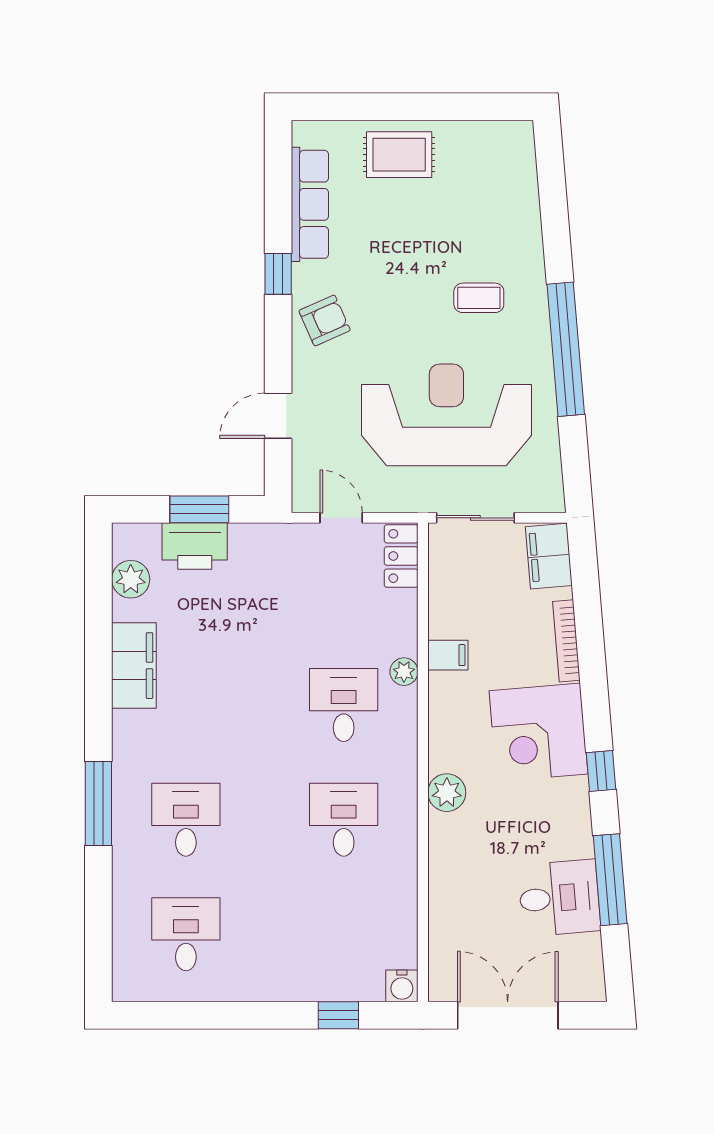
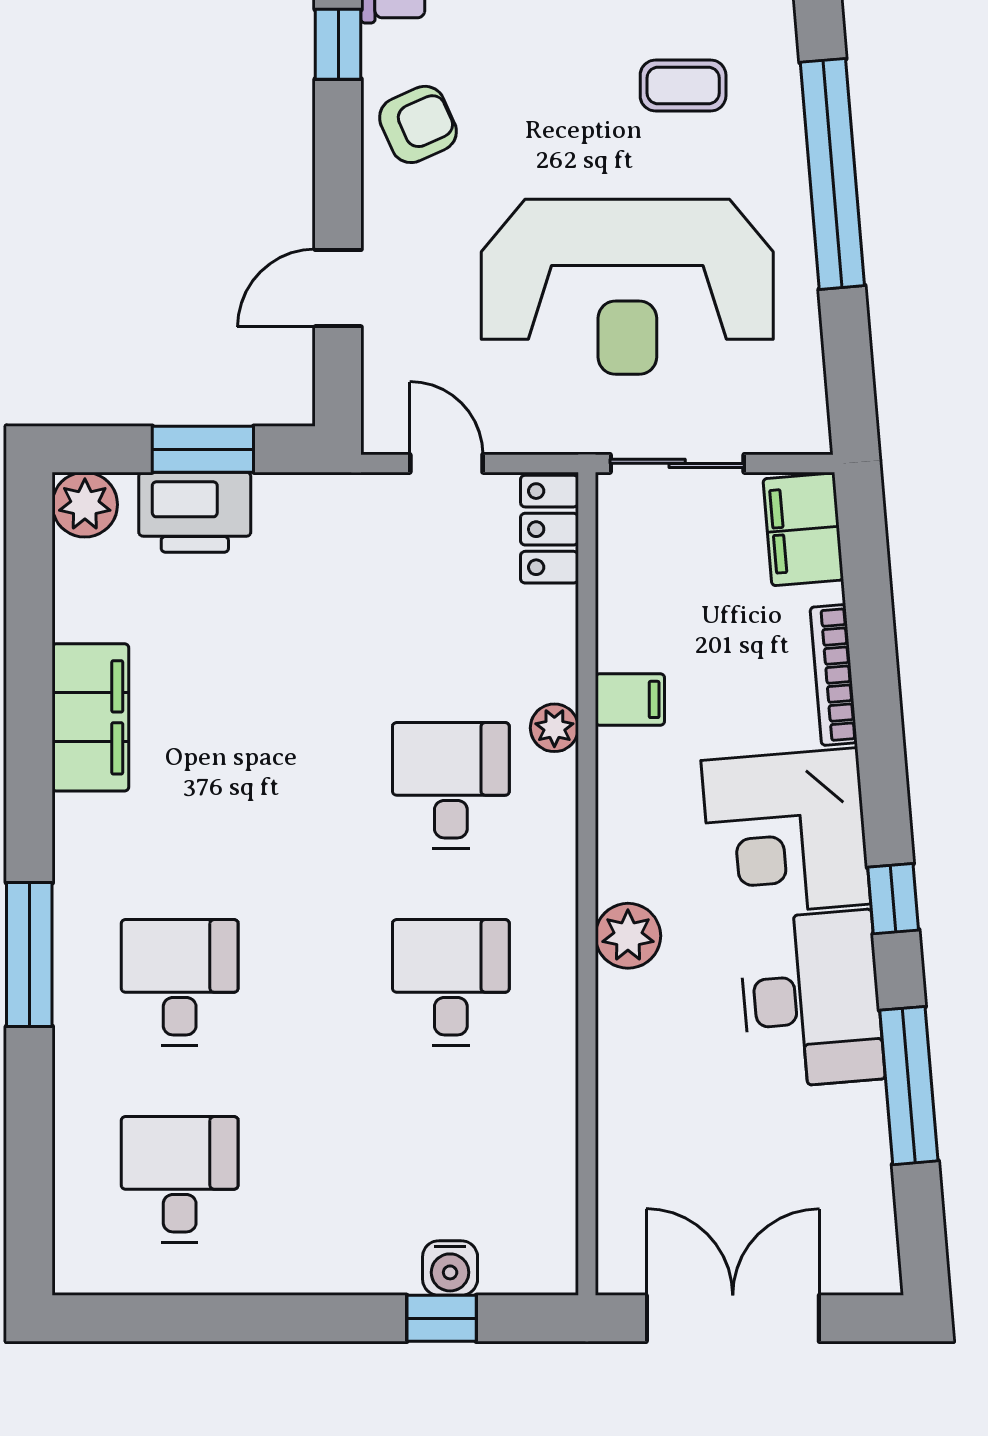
reception desk: (446, 415) -> (627, 287), turned 180
plant: (131, 579) -> (85, 505), moved
desk: (559, 898) -> (811, 999), moved, width x1.37
water cooler: (402, 986) -> (450, 1268), moved

